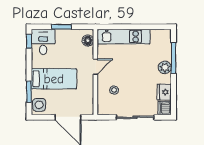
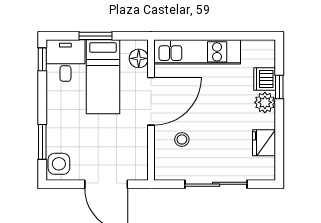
window: (173, 58) -> (279, 87), width x0.46
door: (95, 67) -> (151, 101), width x1.88
bed: (54, 79) -> (103, 77), moved, turned 90
dishwasher: (165, 108) -> (265, 79), moved

